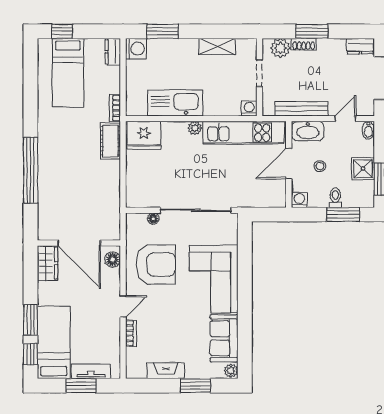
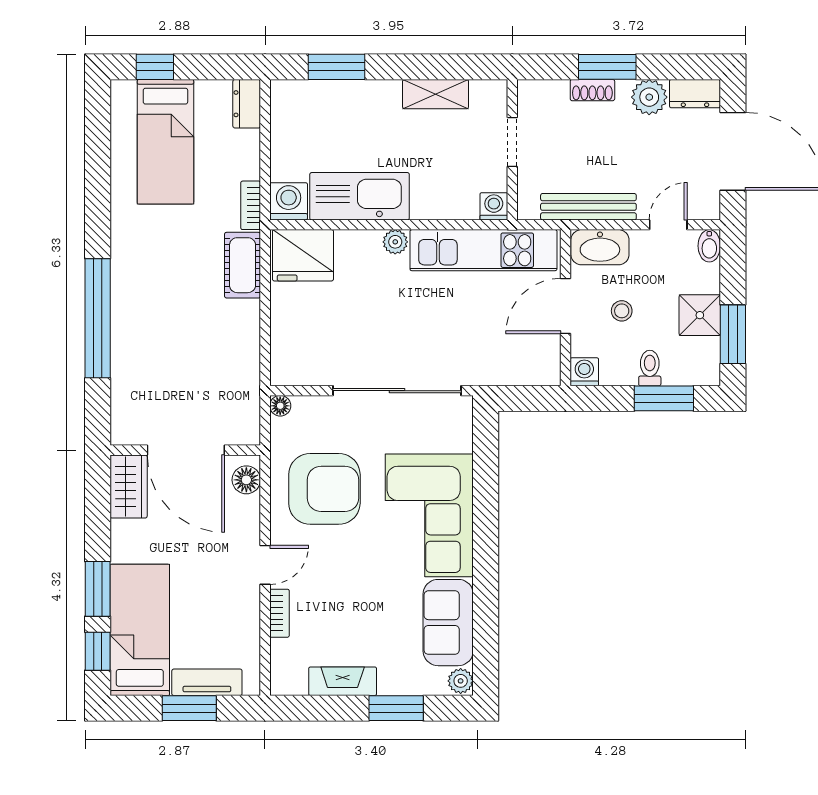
plant: (280, 48) -> (649, 97), moved
washing machine: (136, 49) -> (289, 201), moved, turned -90
floor lamp: (153, 219) -> (280, 406), moved

